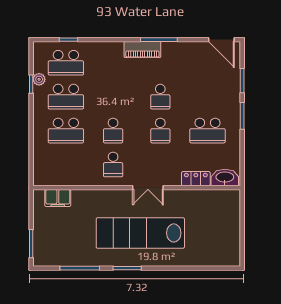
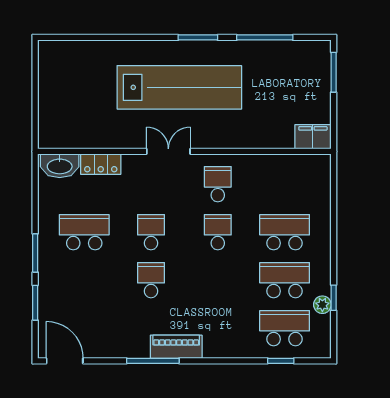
filing cabinet: (58, 198) -> (313, 137), moved

